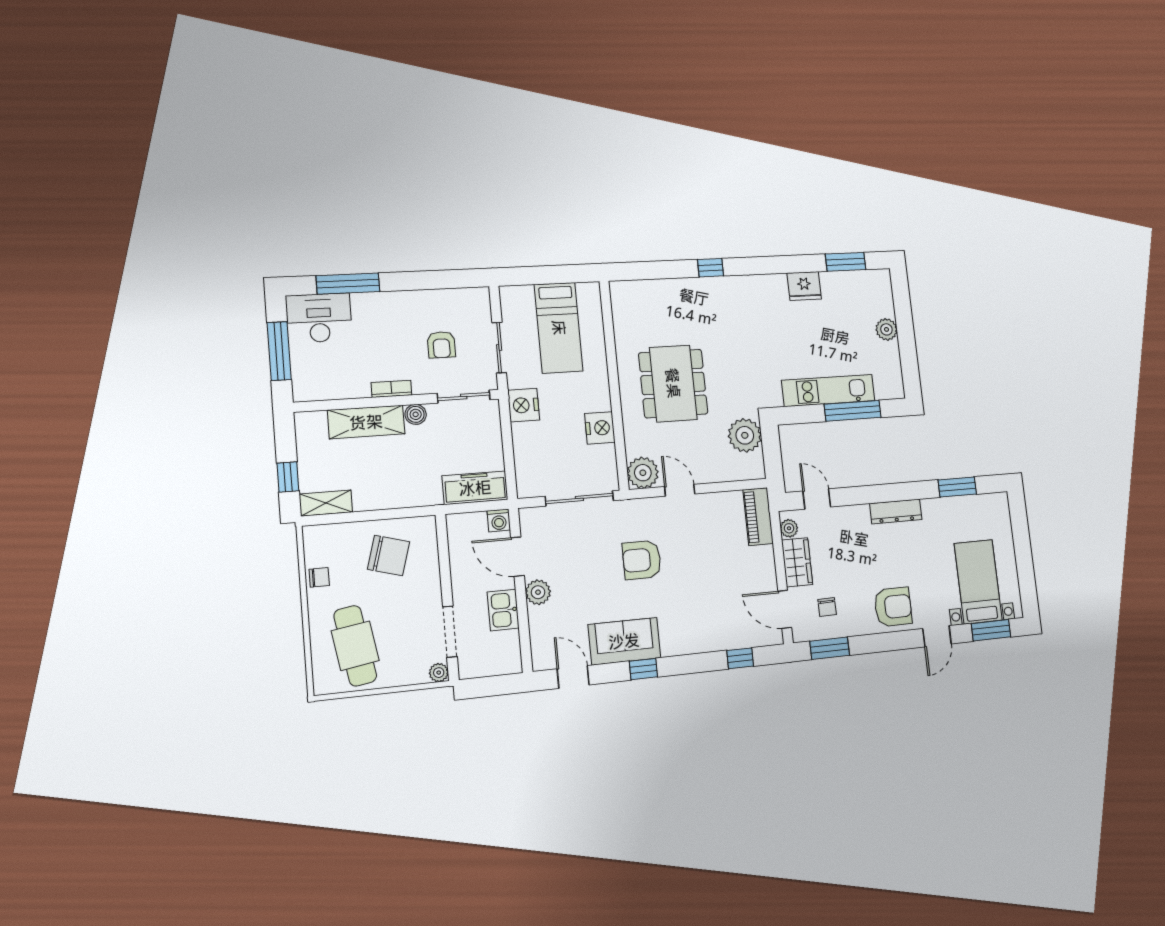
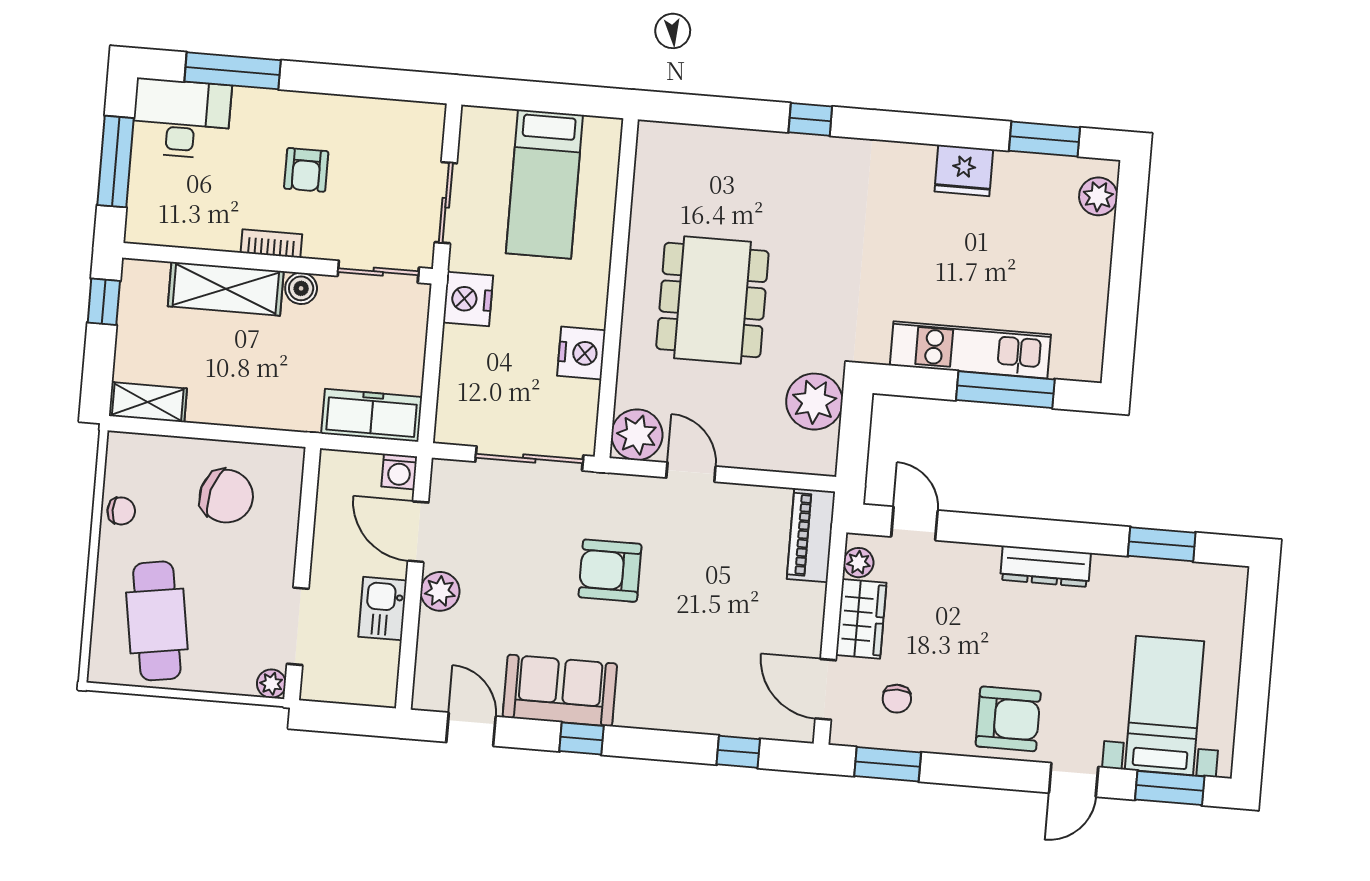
plant: (886, 329) -> (1098, 196), moved
armchair: (441, 345) -> (306, 170), moved
window: (288, 477) -> (104, 302), moved

